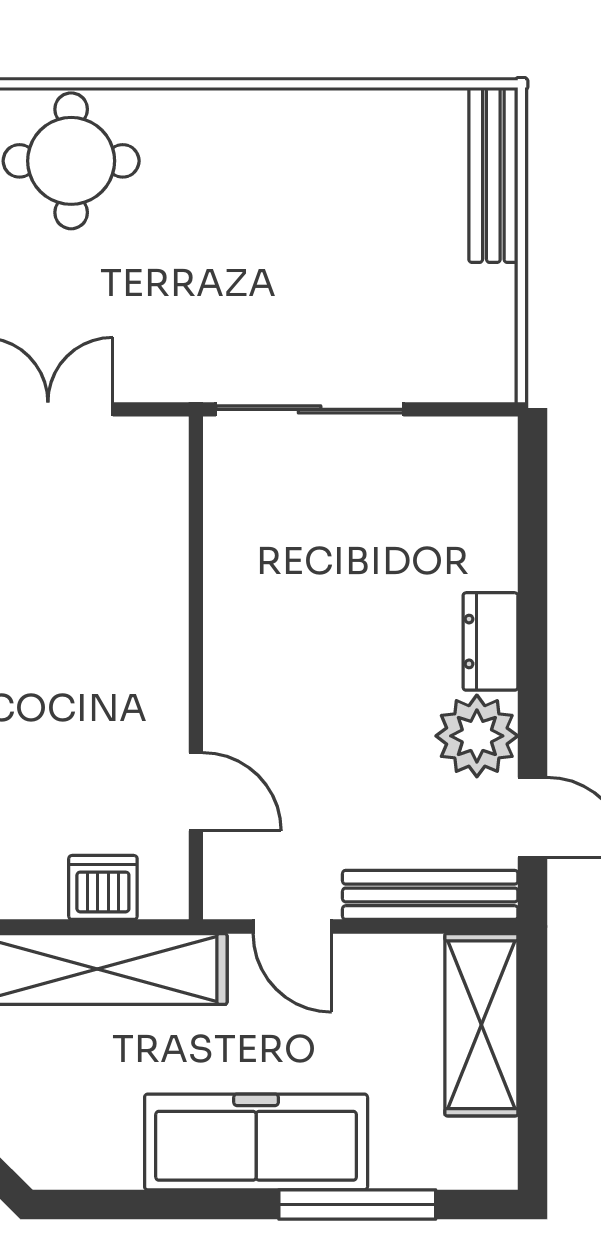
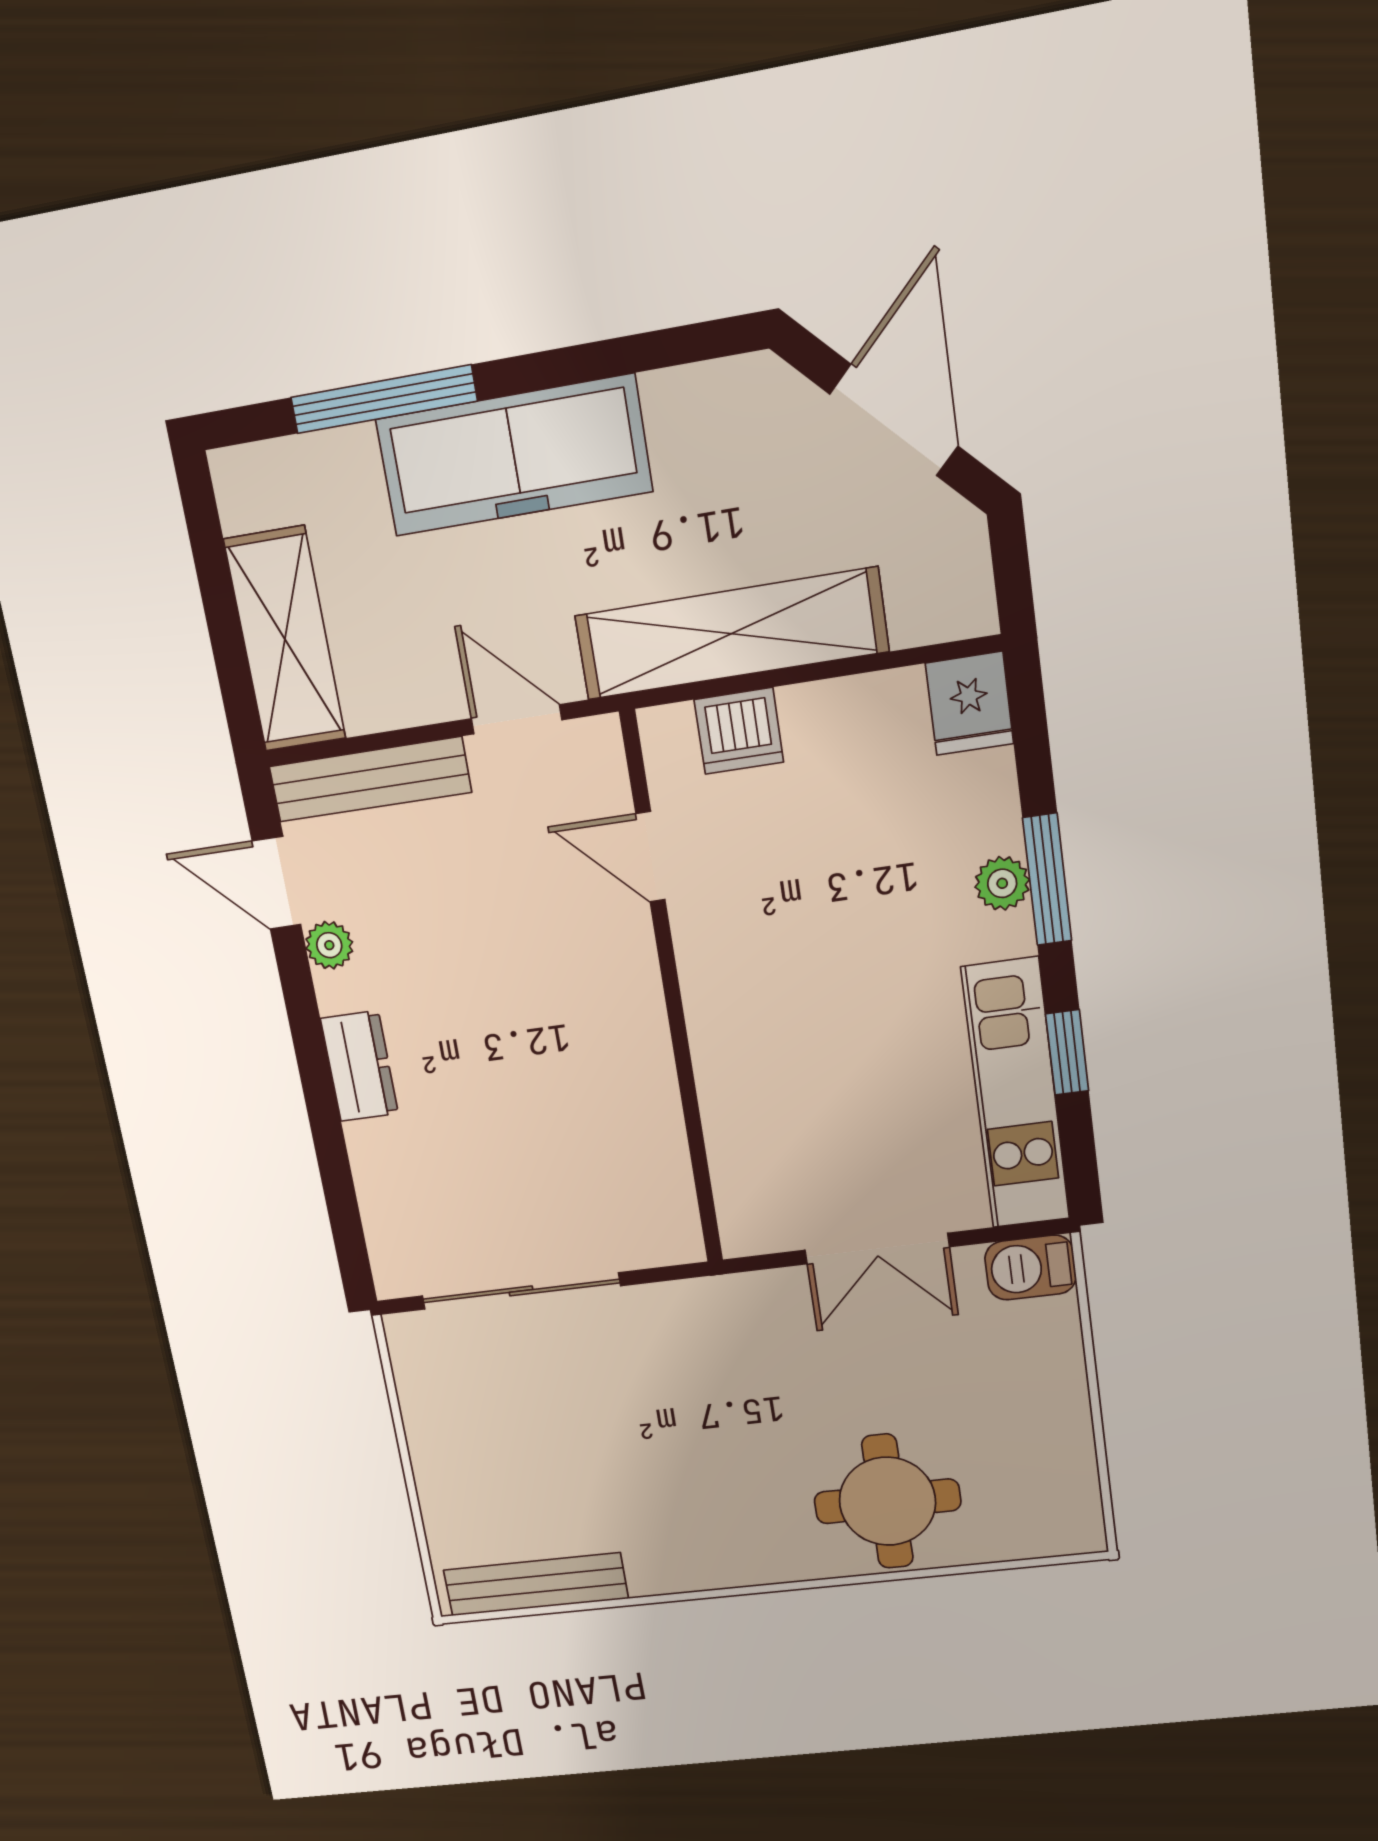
bench: (493, 175) -> (536, 1584), moved, turned 90
sliding door: (310, 409) -> (521, 1291), moved
plant: (477, 736) -> (329, 945), width x0.53, depth x0.53

